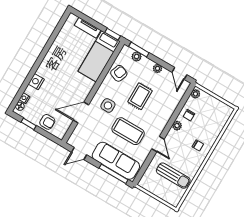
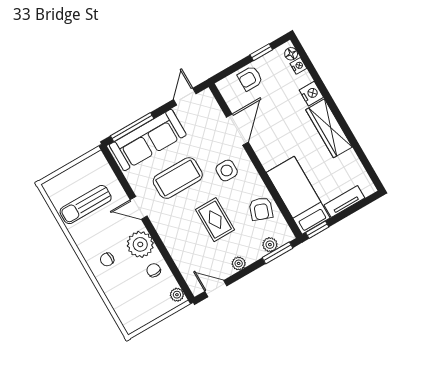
wardrobe: (50, 60) -> (329, 128), added
plant: (177, 126) -> (140, 244), width x1.88, depth x1.88

